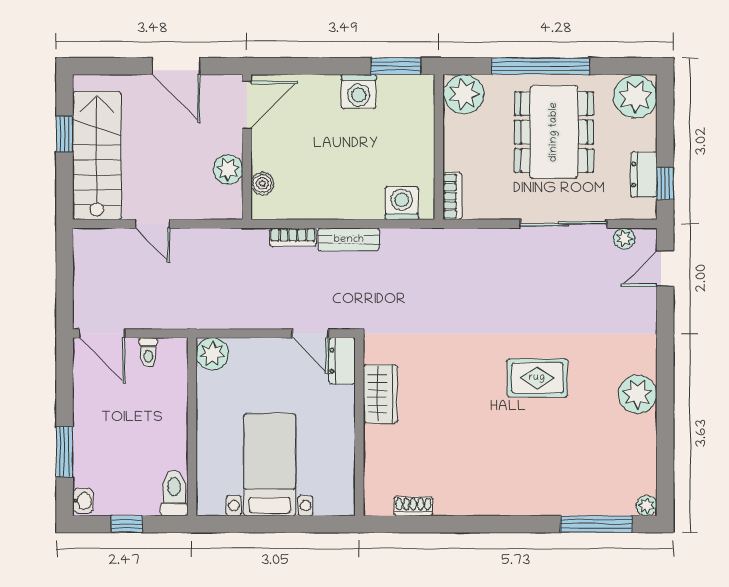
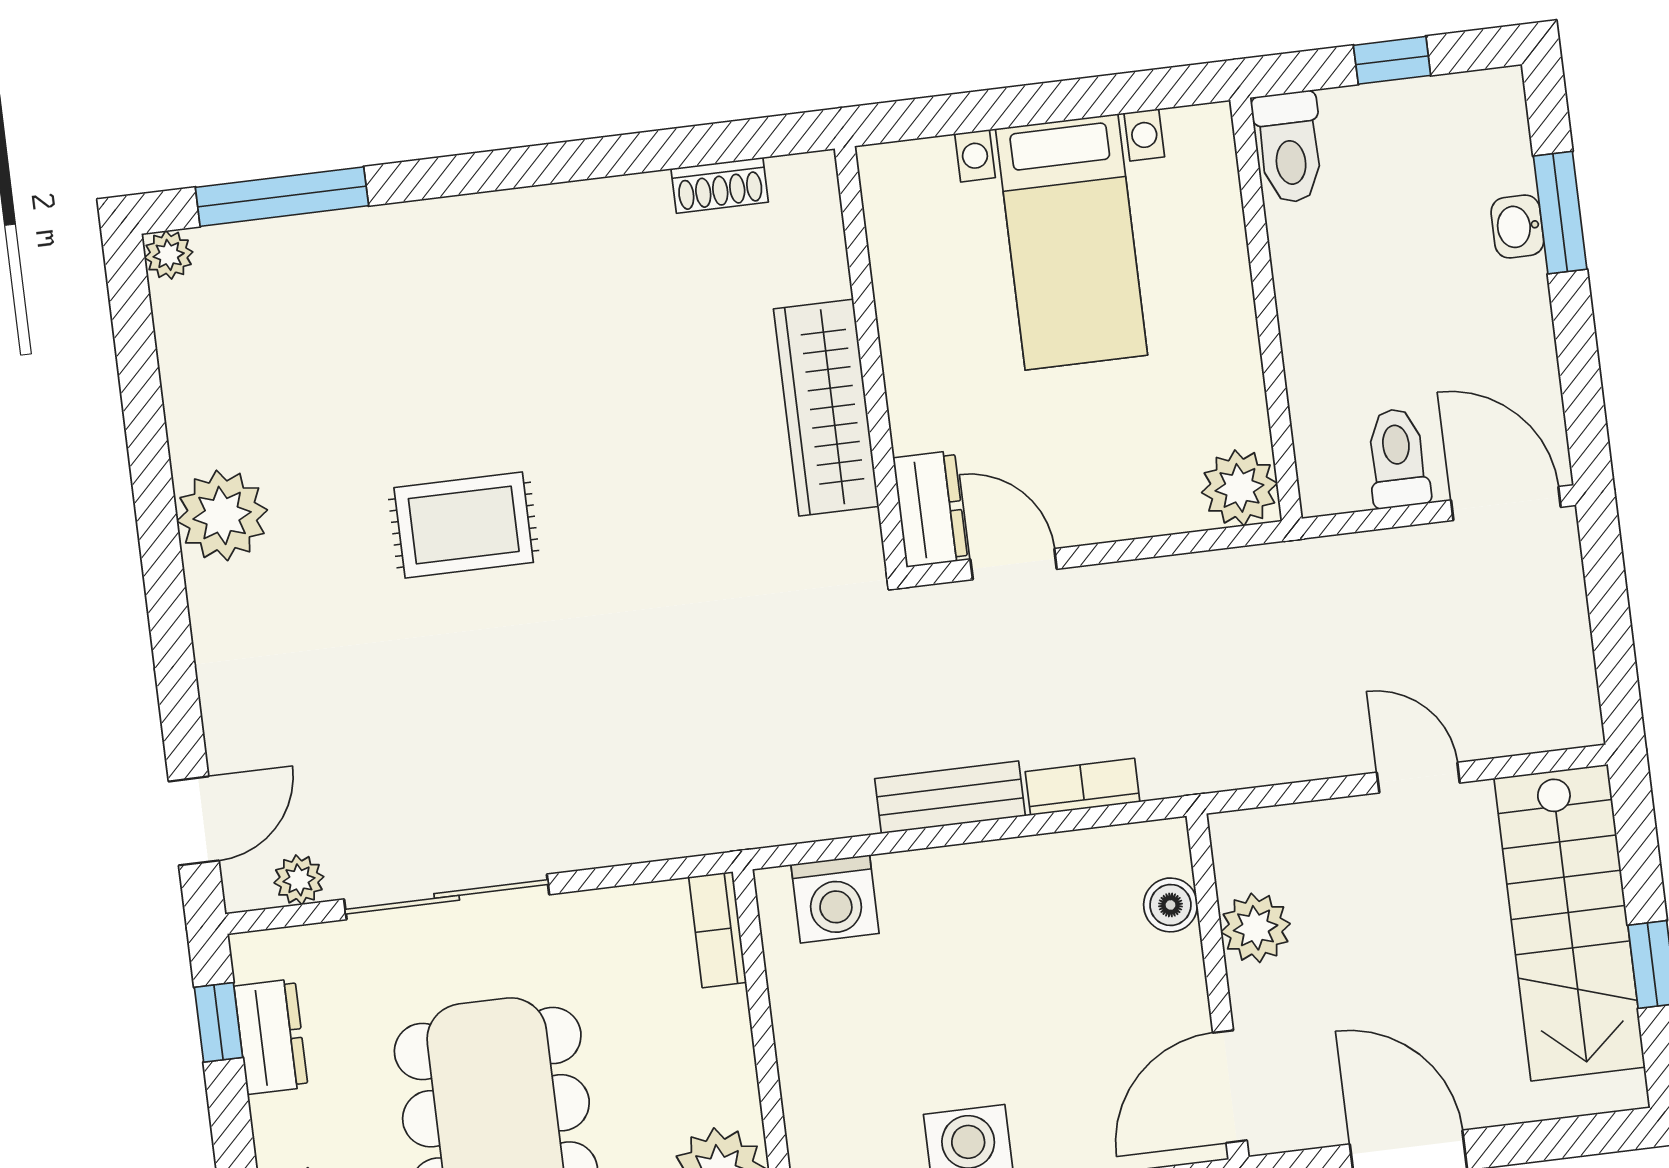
toilet: (148, 352) -> (1398, 458), width x1.37, depth x1.39
wardrobe: (380, 394) -> (826, 408), width x1.50
washbasin: (83, 501) -> (1517, 226), moved

